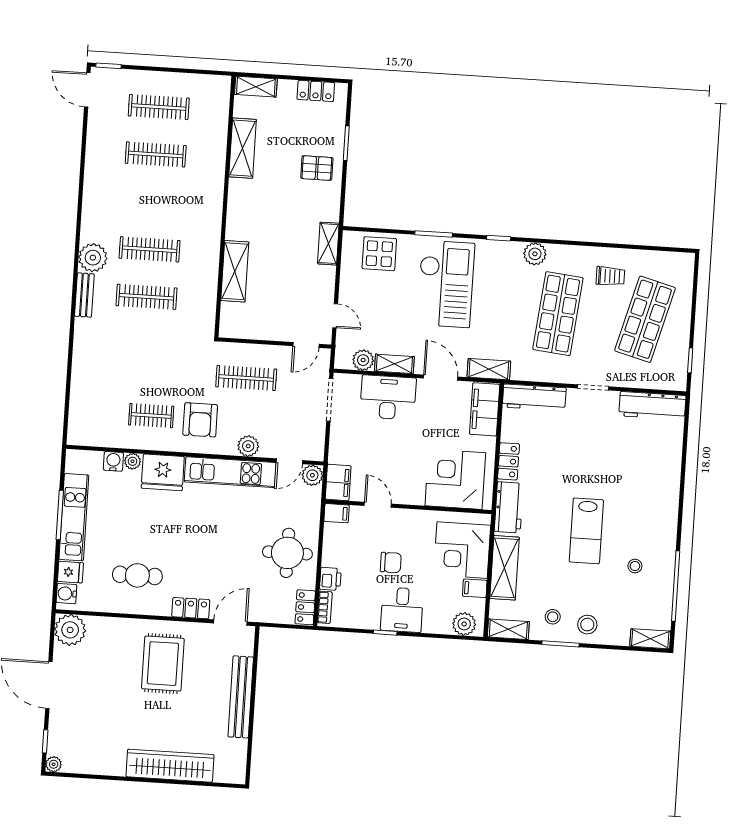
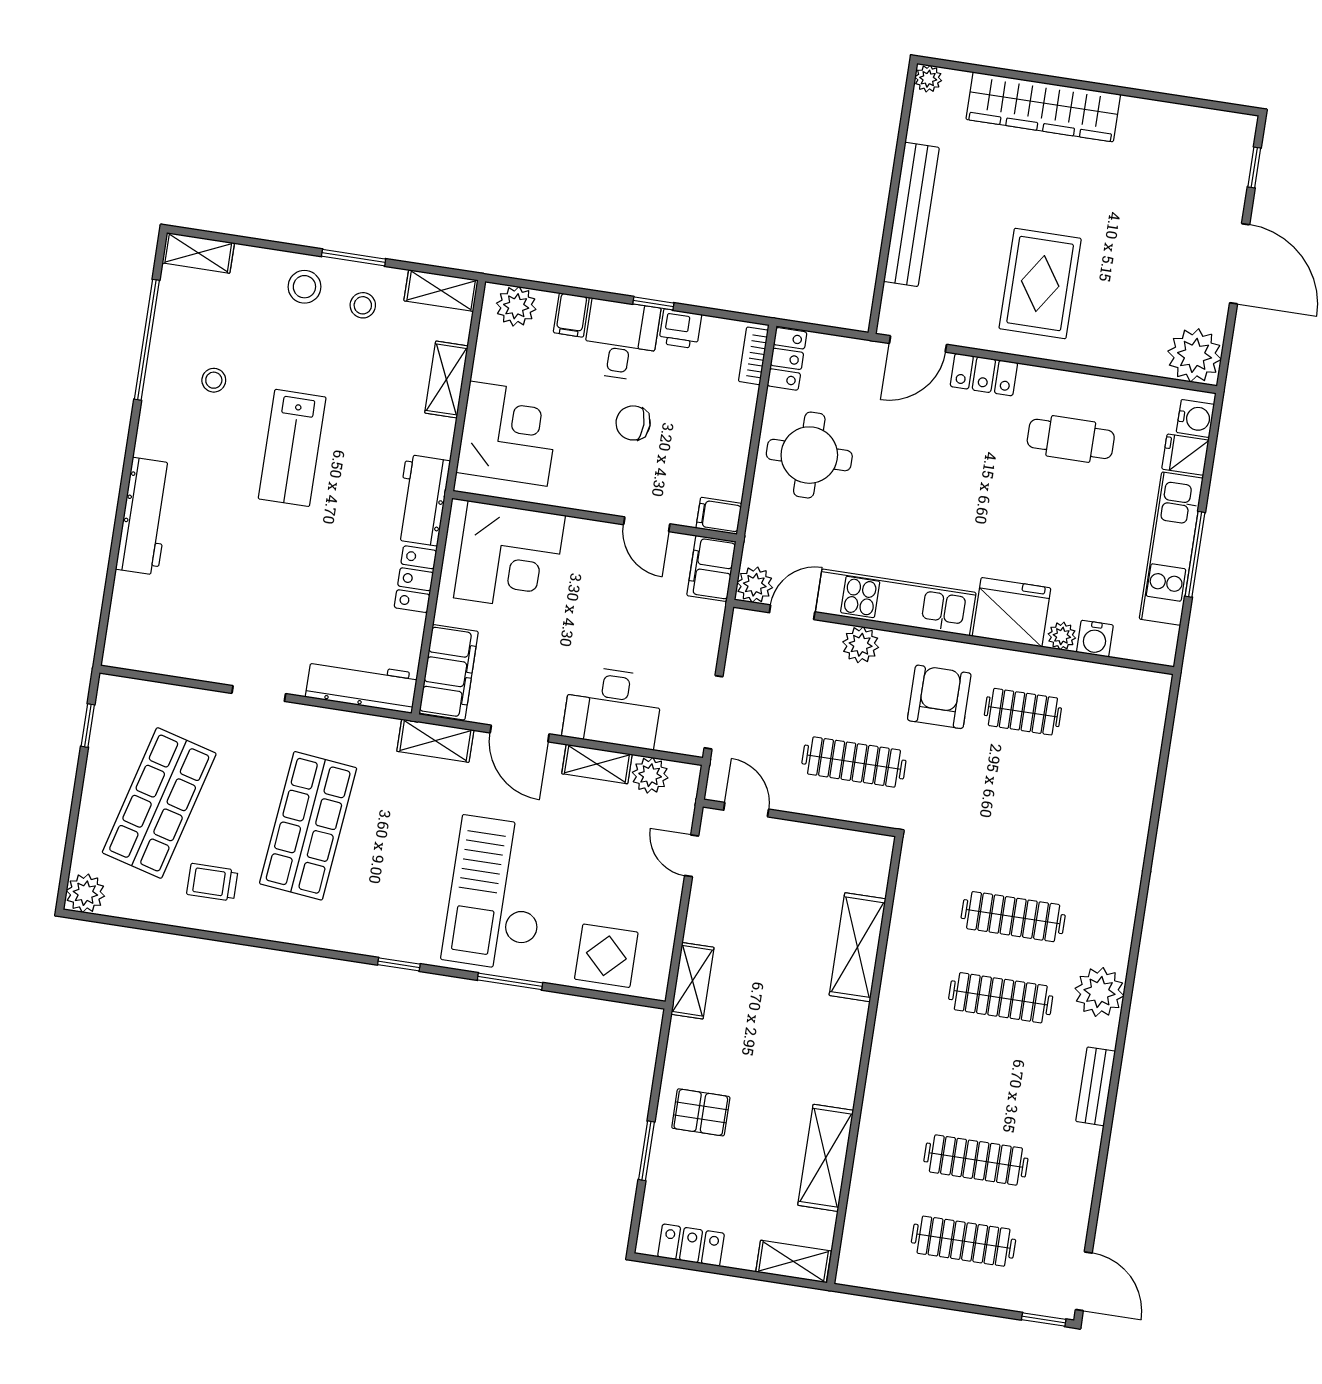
plant: (535, 254) -> (85, 893), moved
bench: (84, 295) -> (1096, 1086), moved
door: (306, 345) -> (746, 810), hinge flipped
workbench: (652, 406) -> (145, 516), moved, turned 90
lab bench: (586, 531) -> (292, 448), turned 180
shelving: (505, 568) -> (446, 379), width x0.67, depth x0.75
printer: (330, 579) -> (680, 329), moved, turned -90
filing cabinet: (475, 588) -> (571, 315), moved, turned 90
plant: (54, 764) -> (928, 79), moved

